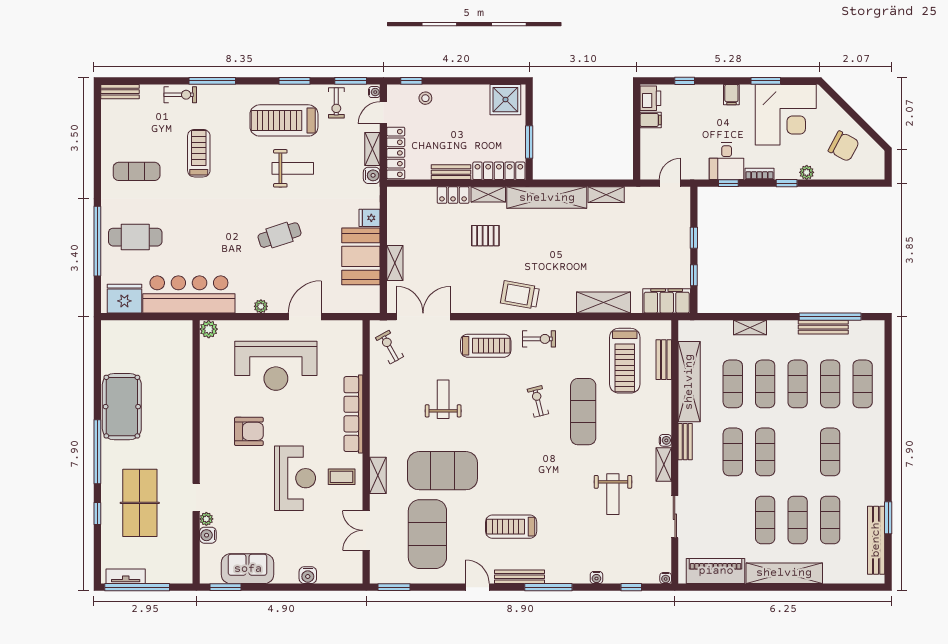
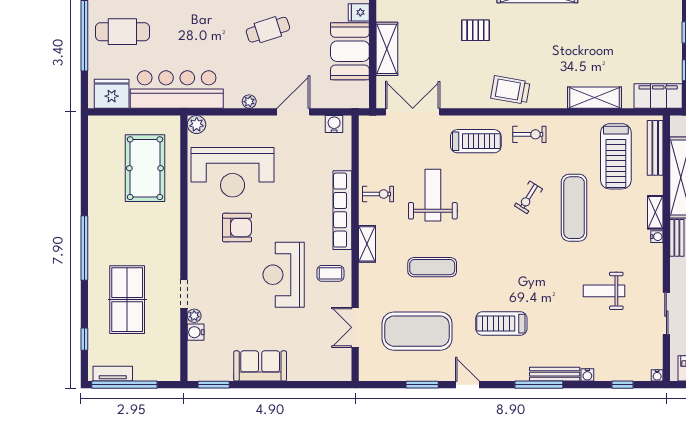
shelving: (395, 263) -> (387, 49), width x1.50, depth x1.33
exercise bike: (389, 347) -> (378, 194), moved, turned 119
bench: (664, 360) -> (655, 148), width x1.36
reception desk: (276, 366) -> (233, 172), moved
weight bench: (443, 399) -> (433, 195), width x1.36, depth x1.33
exercise bike: (538, 401) -> (528, 197), turned -134
pool table: (122, 407) -> (145, 168), moved
shelving: (664, 464) -> (655, 212), moved
exercise mat: (442, 471) -> (432, 267), width x0.50, depth x0.69
shelving: (378, 475) -> (367, 244), moved
reception desk: (295, 478) -> (284, 275), turned 180
weight bench: (613, 494) -> (604, 291), turned 90
window: (97, 514) -> (84, 339), moved
exercise mat: (427, 534) -> (417, 331), turned 90
sofa: (248, 569) -> (260, 366), moved
water cooler: (308, 575) -> (334, 124), moved, turned 180
bench: (519, 577) -> (555, 374), moved
window: (394, 587) -> (422, 385), moved

